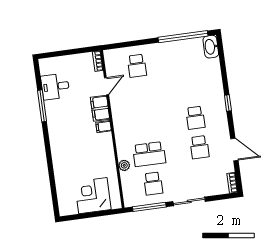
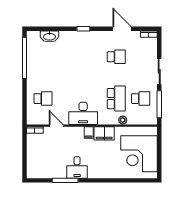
washbasin: (211, 47) -> (49, 36), moved
desk: (55, 87) -> (77, 167), moved
filing cabinet: (100, 108) -> (104, 133), moved
desk: (126, 117) -> (83, 113), added
school desk: (195, 118) -> (92, 57), removed
door: (234, 149) -> (122, 29), hinge flipped
corner desk: (93, 196) -> (139, 154), width x1.36, depth x1.36

